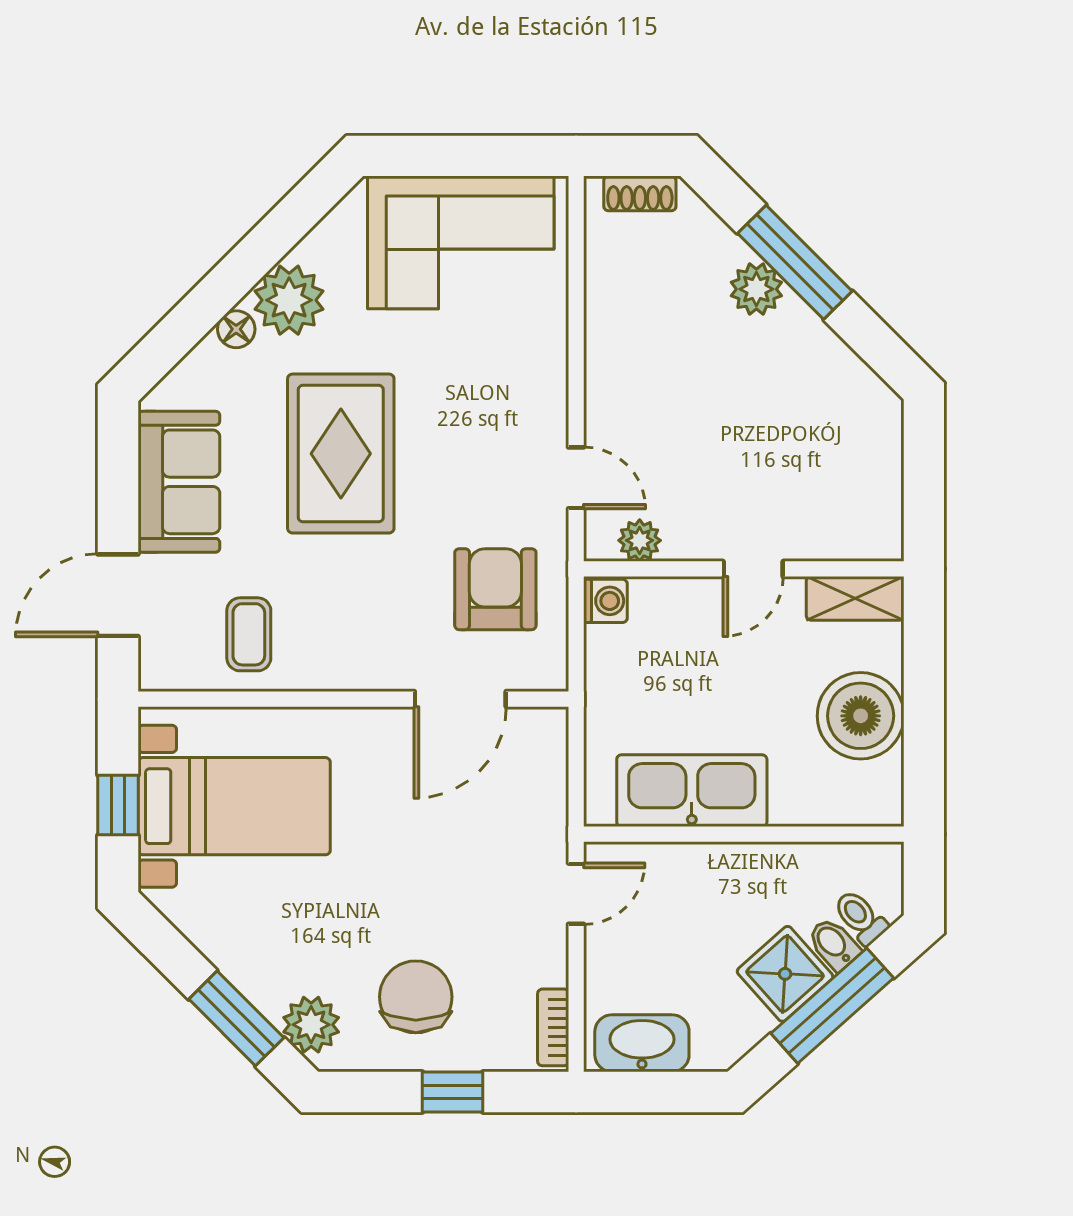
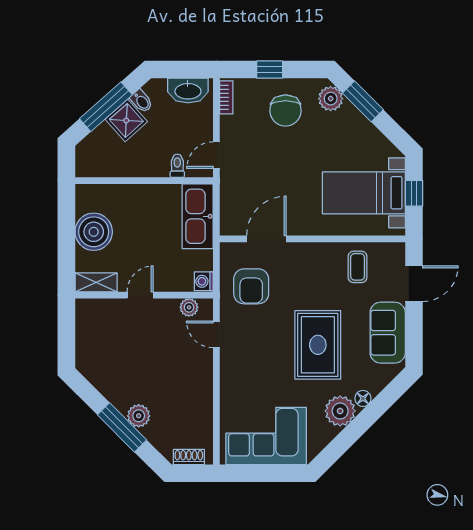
kitchen sink: (692, 791) -> (198, 216), moved, turned 90
toilet: (860, 917) -> (177, 166), moved, turned -138
bidet: (834, 944) -> (141, 101), moved

